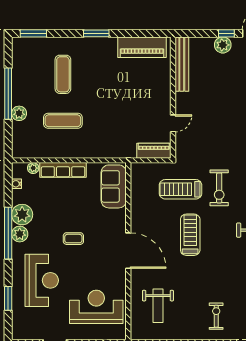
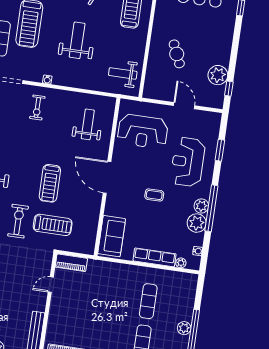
plant: (19, 113) -> (184, 328), moved
exercise mat: (63, 121) -> (148, 301), turned 90

